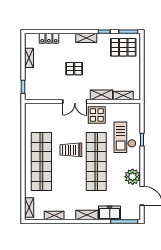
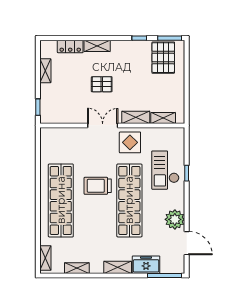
shelving: (86, 38) -> (97, 46), moved
pallet: (123, 47) -> (163, 58), turned 90
double door: (75, 102) -> (103, 125), swing flipped

